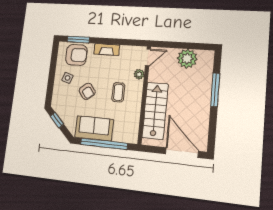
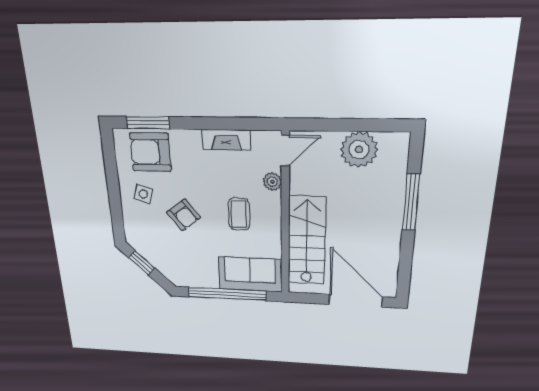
fireplace: (107, 50) -> (226, 140), moved
armchair: (76, 55) -> (150, 152), turned 180
sofa: (94, 128) -> (250, 274), moved

